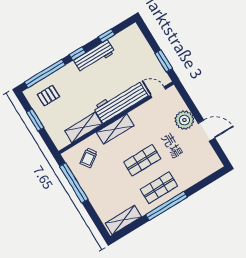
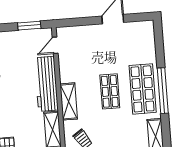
plant: (184, 120) -> (93, 34), removed
shop shelf: (159, 188) -> (143, 89), width x1.43, depth x1.36

